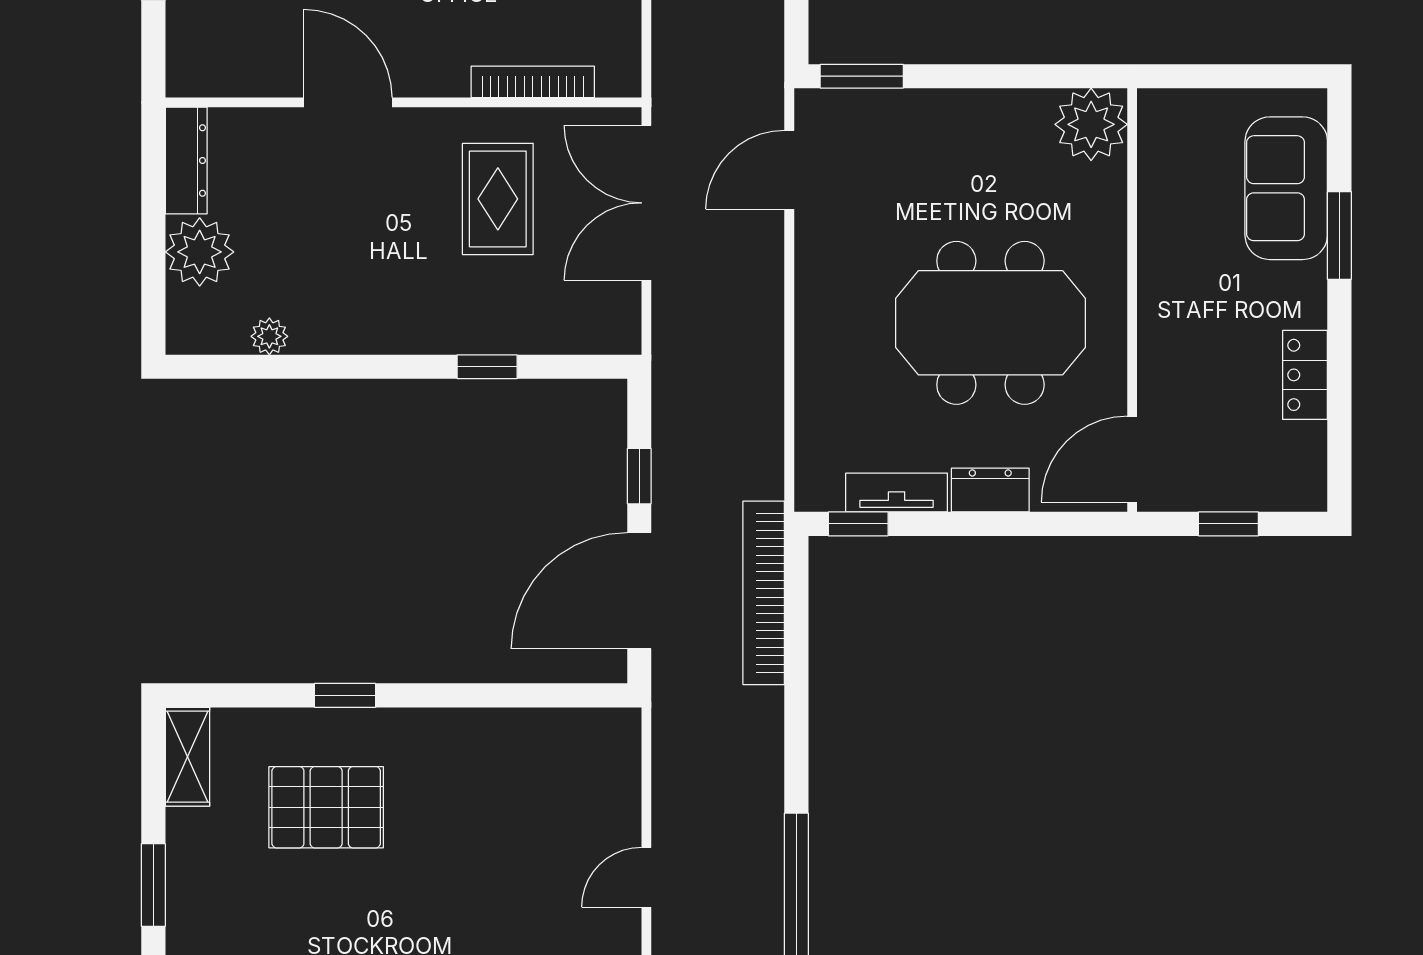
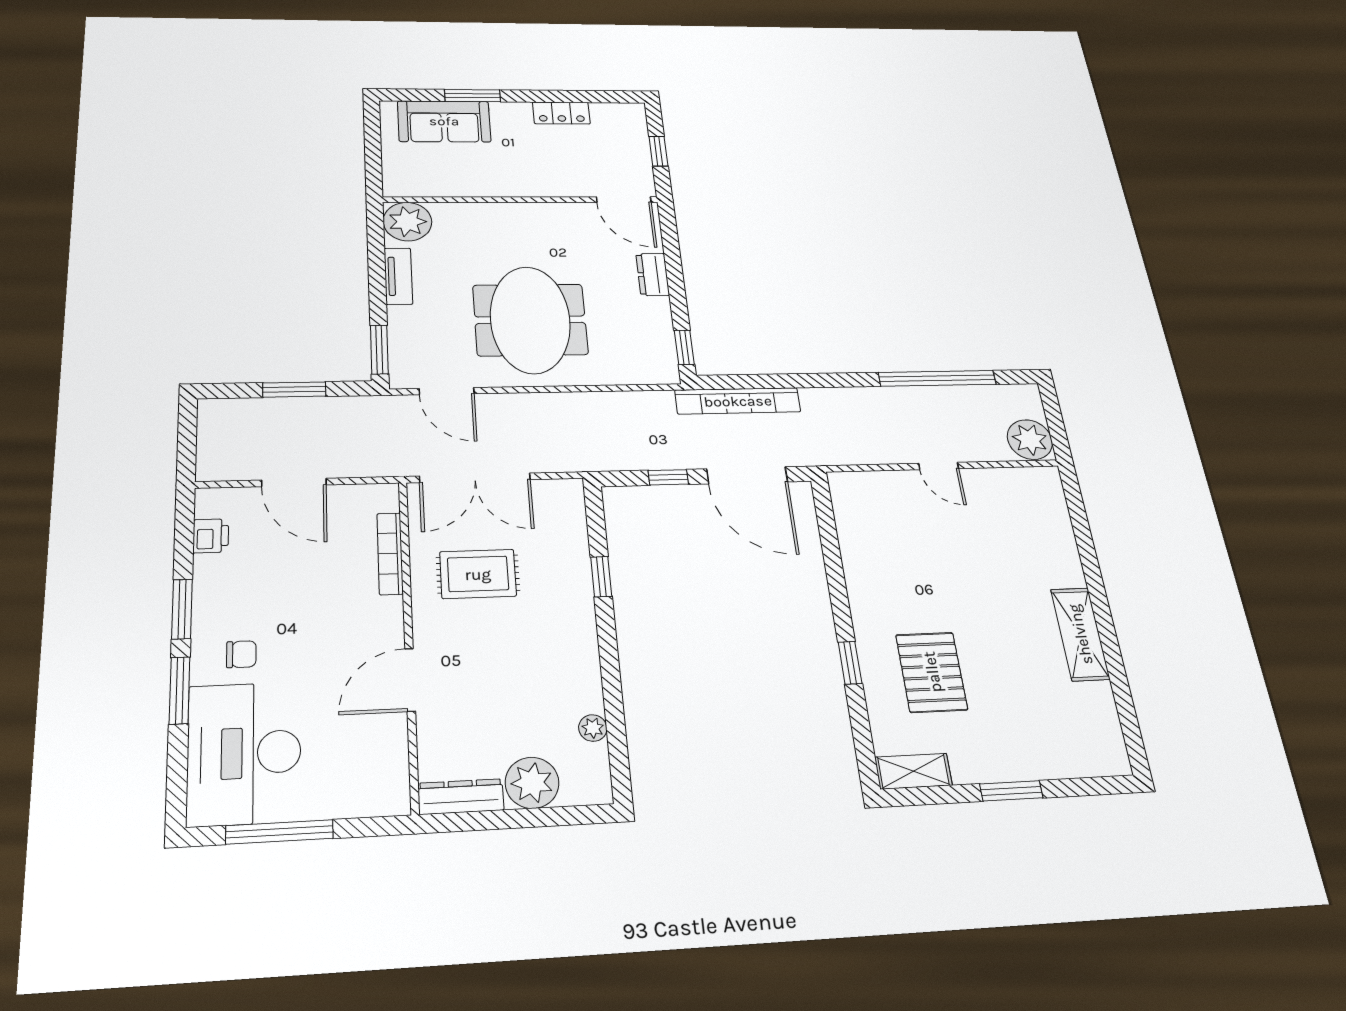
meeting table: (990, 323) -> (530, 320), moved
tv unit: (897, 493) -> (398, 276), moved, turned 180

